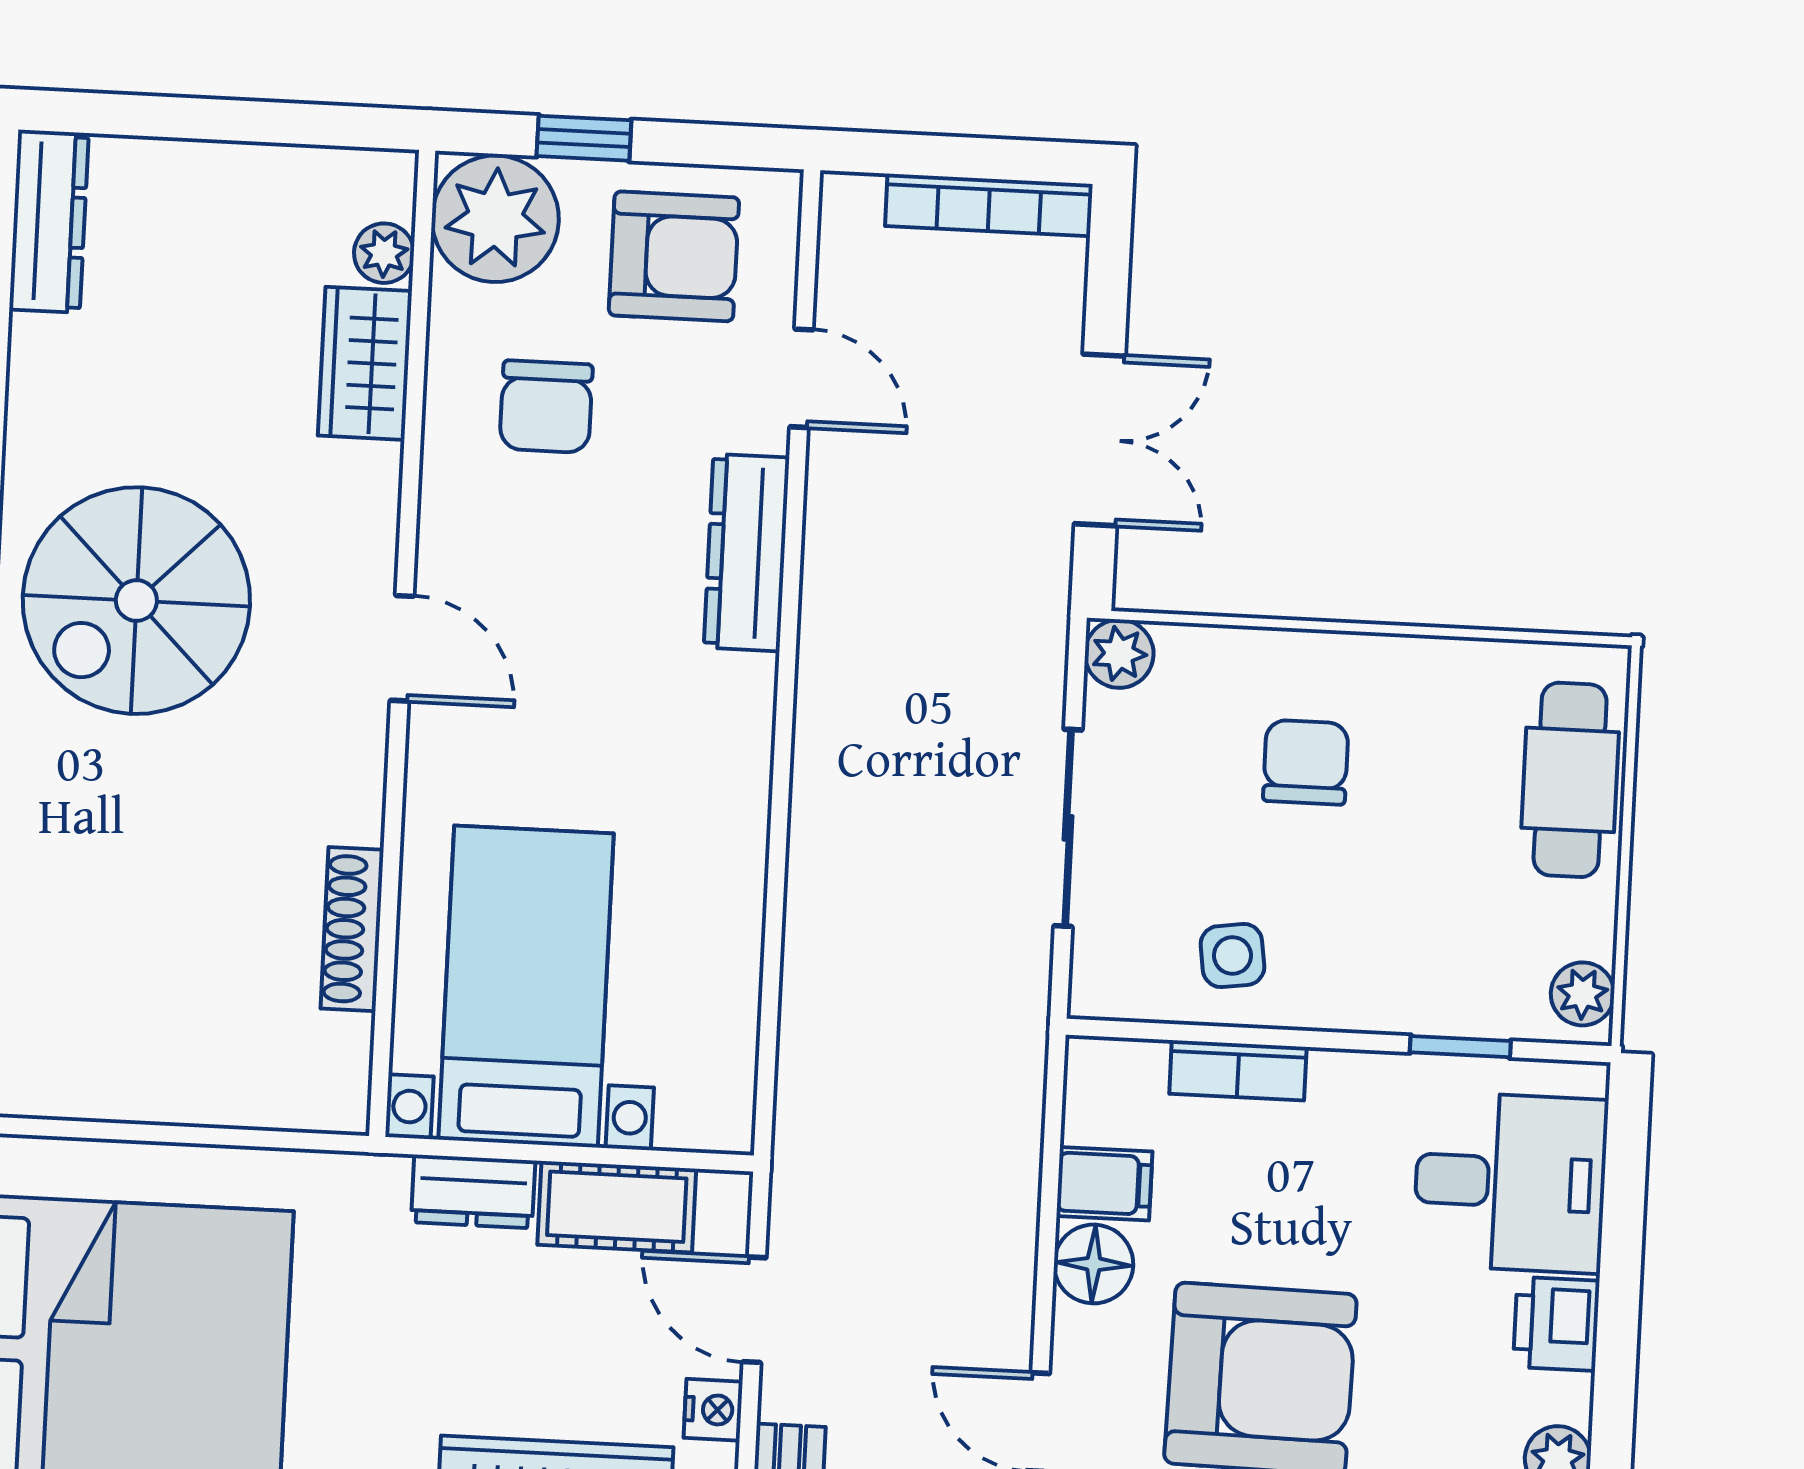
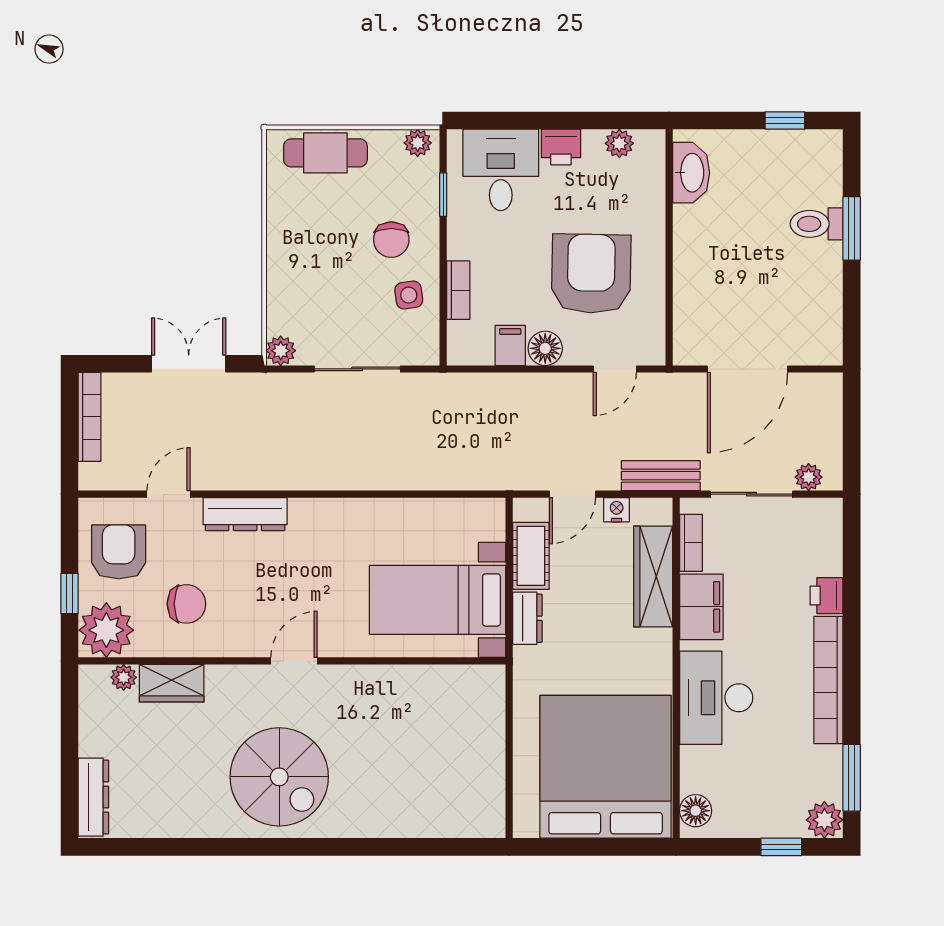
dresser: (49, 221) -> (93, 797), moved, turned 90
chair: (1306, 762) -> (391, 240), moved, turned -90
shoe rack: (352, 929) -> (417, 676), removed

